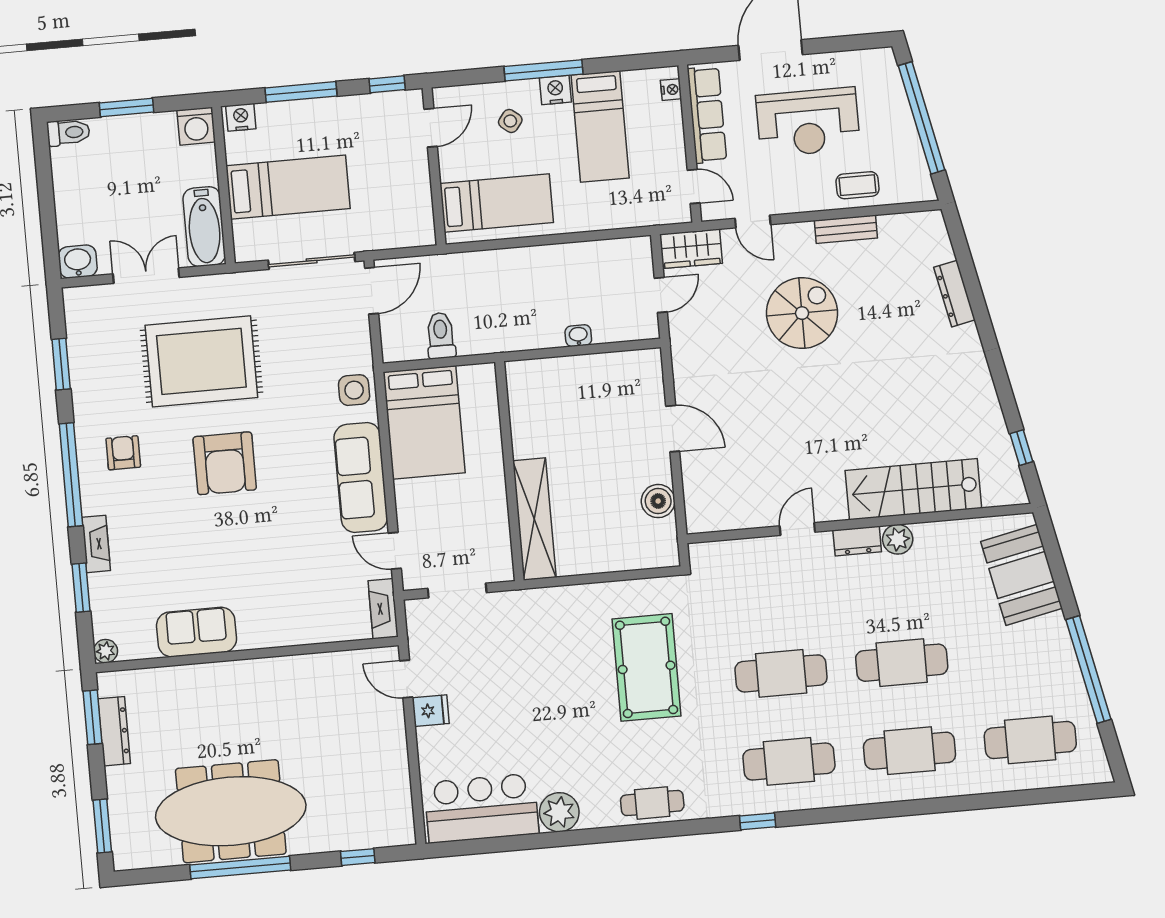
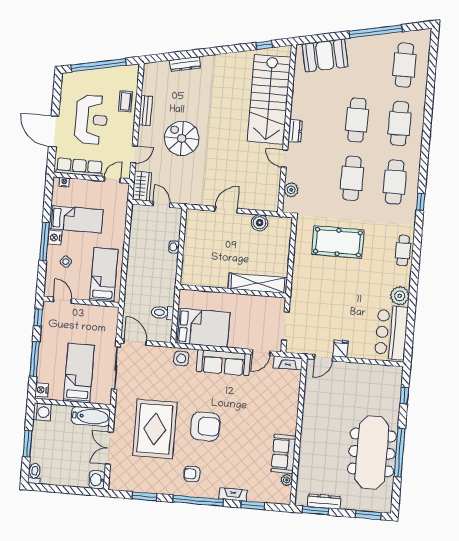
stairs: (913, 489) -> (269, 99), width x1.36, depth x1.51
plant: (898, 539) -> (291, 190), moved
plant: (106, 651) -> (287, 480), moved

